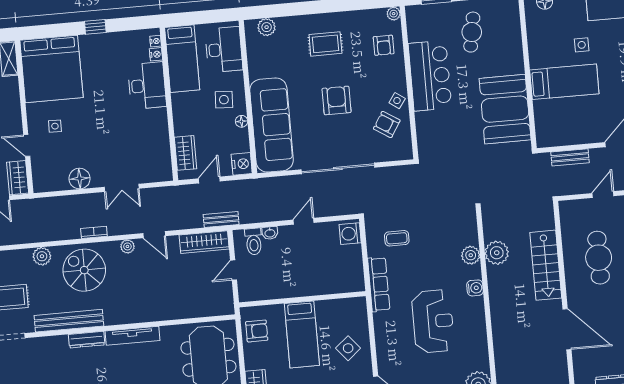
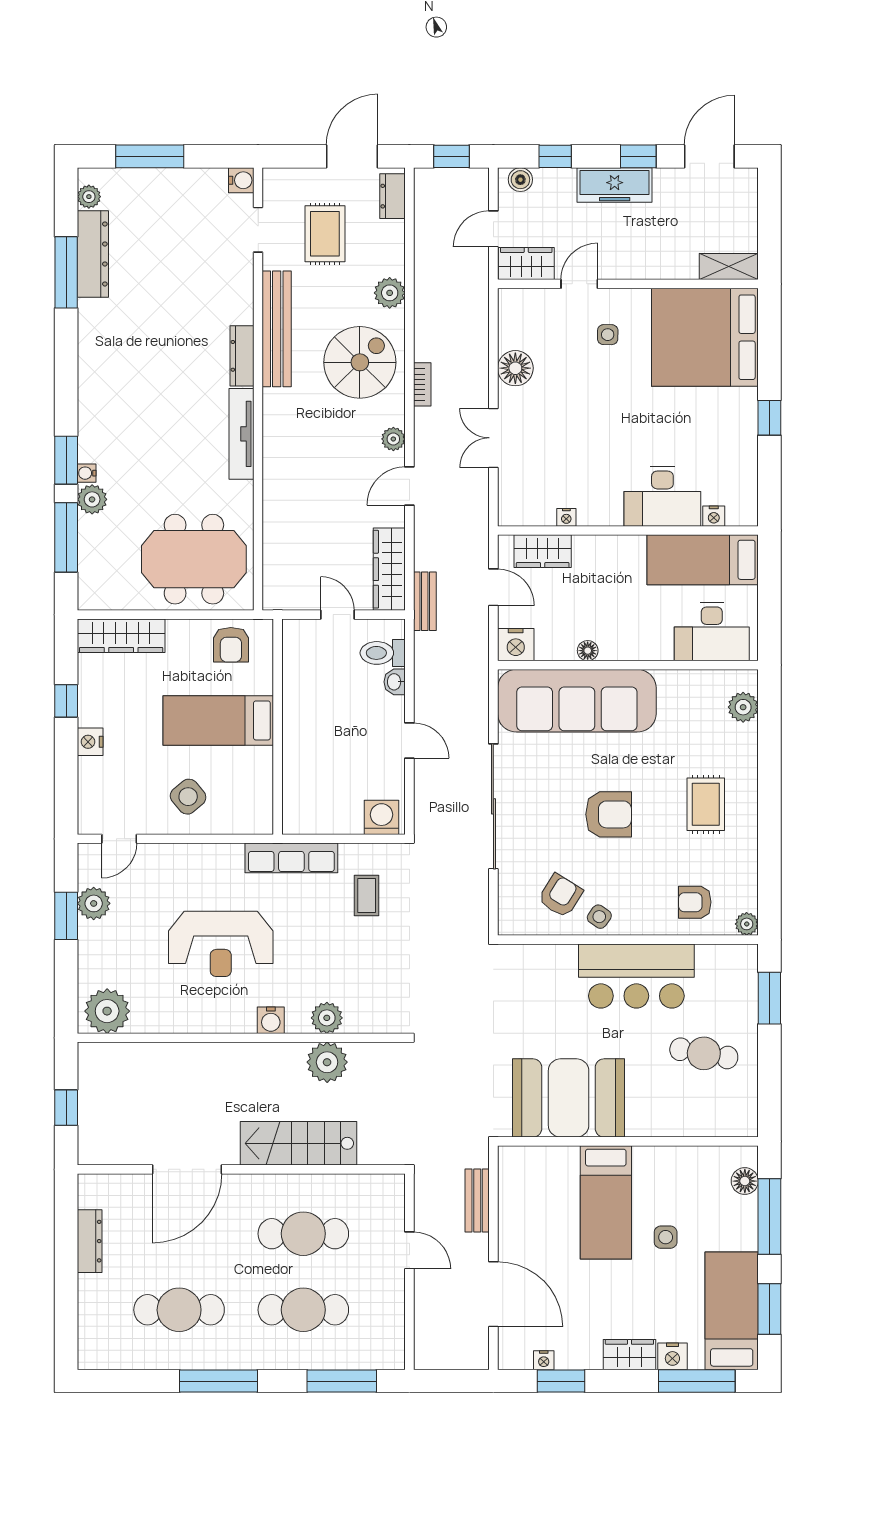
nightstand: (156, 41) -> (566, 517), moved
side table: (224, 100) -> (627, 624), removed

